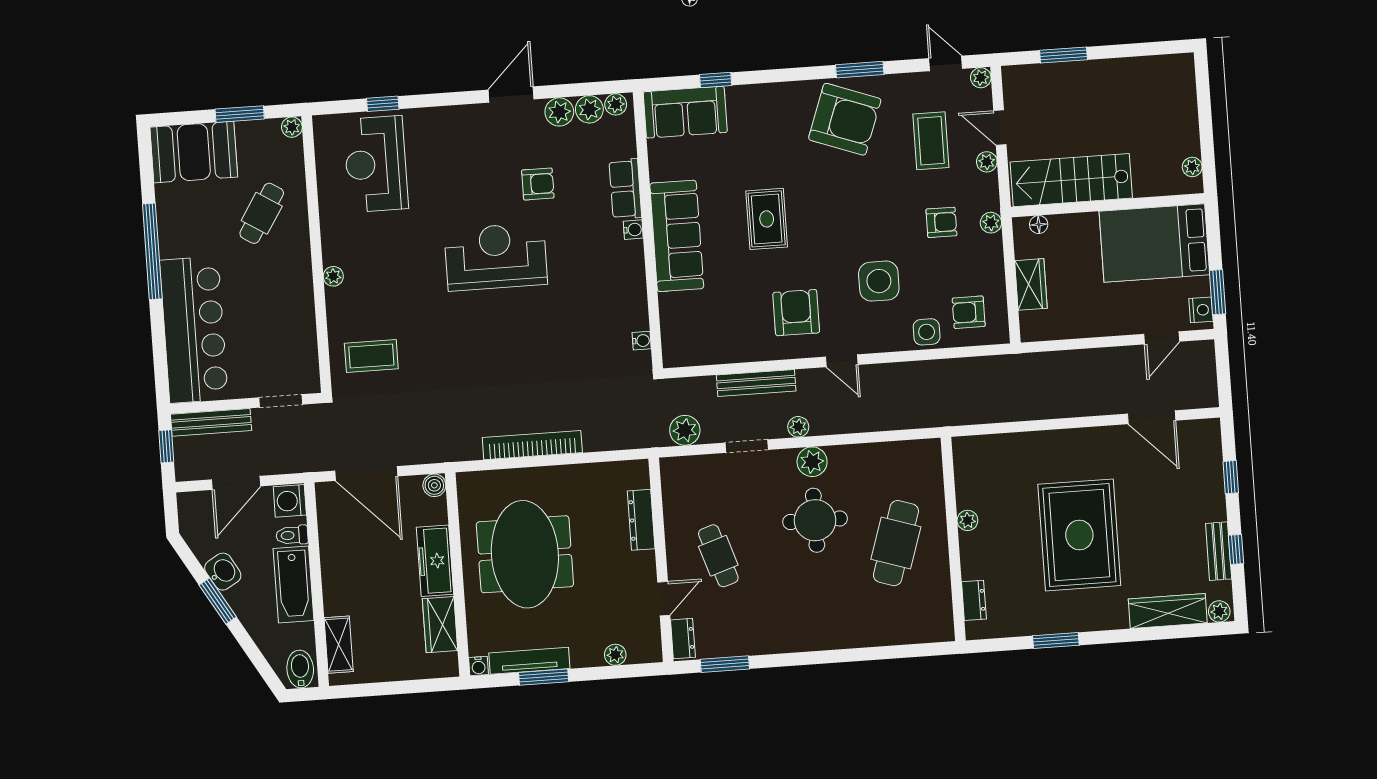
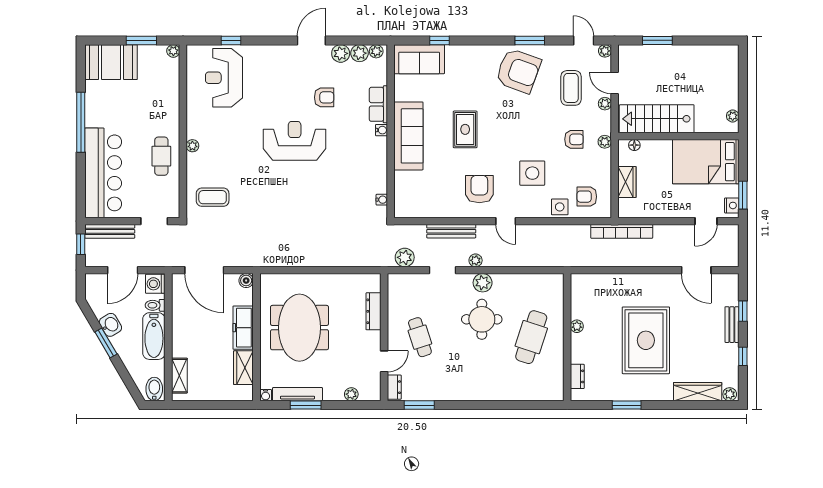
cafe table: (262, 213) -> (161, 156), moved, turned -32
bookcase: (532, 445) -> (622, 231), moved, turned 180
bench: (1219, 551) -> (732, 325), moved

